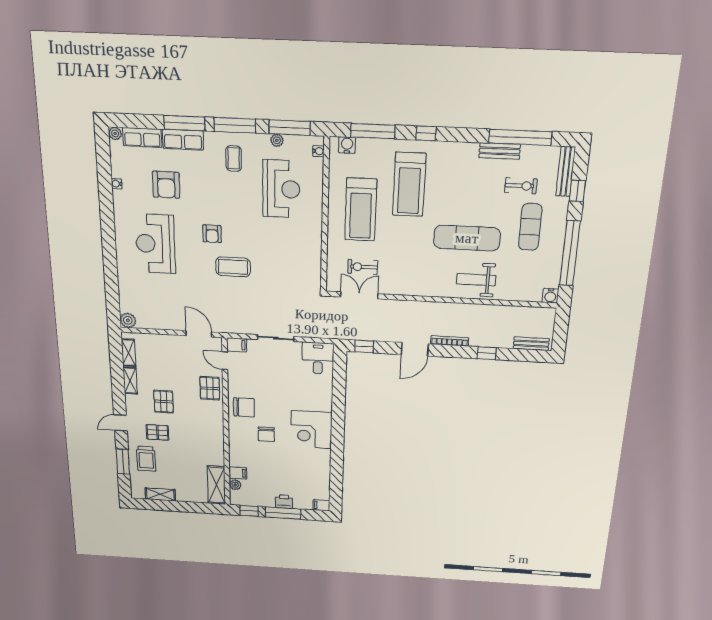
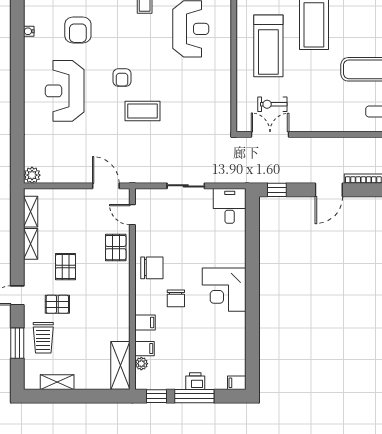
filing cabinet: (237, 345) -> (145, 323), moved

